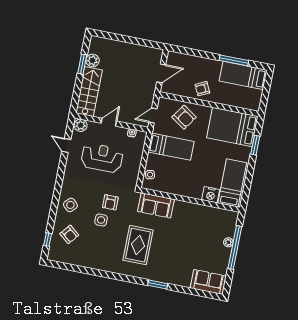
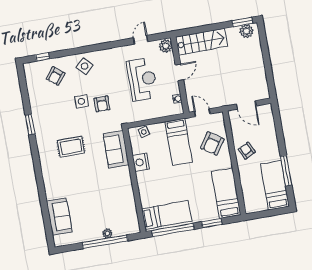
plant: (93, 60) -> (246, 31), moved
window: (82, 64) -> (242, 22), moved
door: (109, 122) -> (179, 72), hinge flipped
bed: (232, 127) -> (226, 193), width x0.67
window: (248, 182) -> (173, 230), added
nightstand: (211, 195) -> (141, 162), moved
armchair: (110, 202) -> (102, 104), turned -90
rug: (138, 245) -> (71, 147), width x0.73, depth x0.70
sofa: (208, 282) -> (59, 217), moved
window: (158, 285) -> (30, 125), moved

